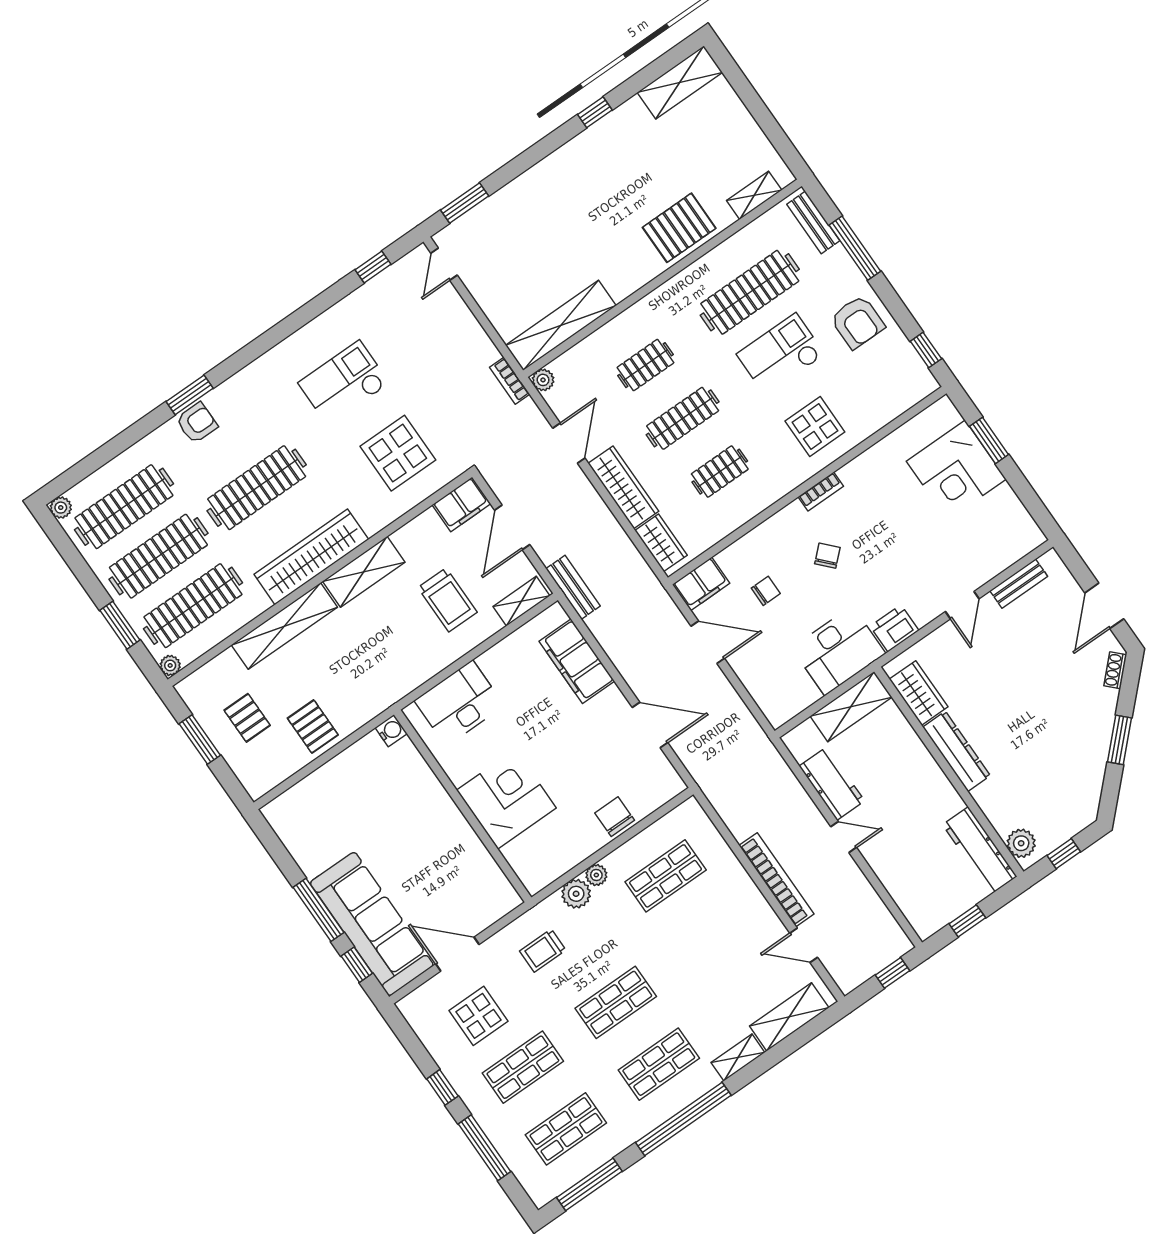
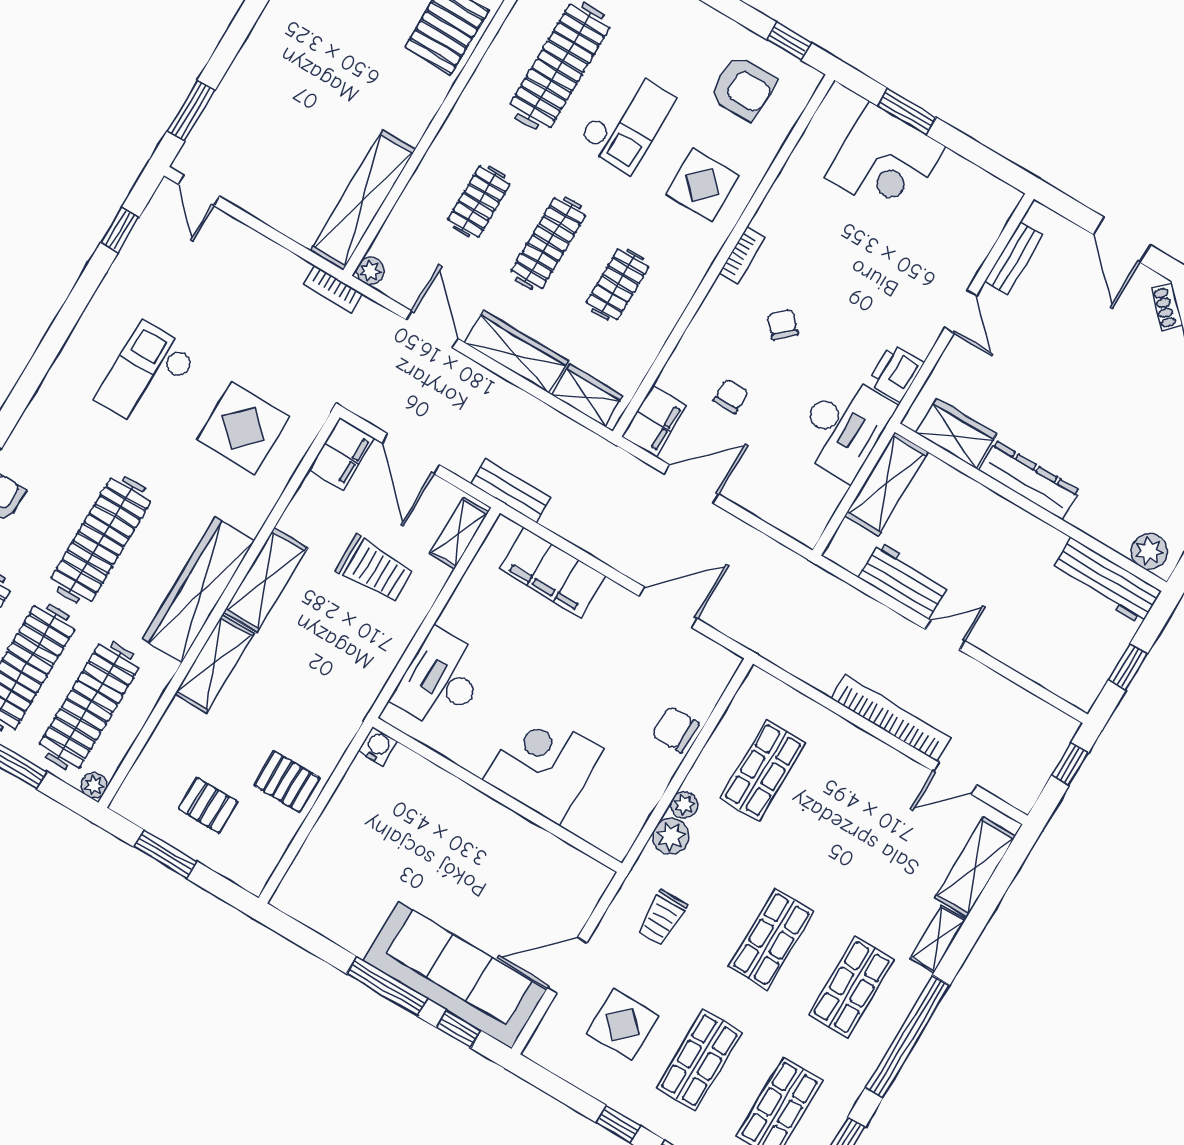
armchair: (857, 322) -> (743, 88), moved
checkout: (781, 354) -> (627, 120), turned 180
shelving: (284, 626) -> (214, 664), width x0.68

